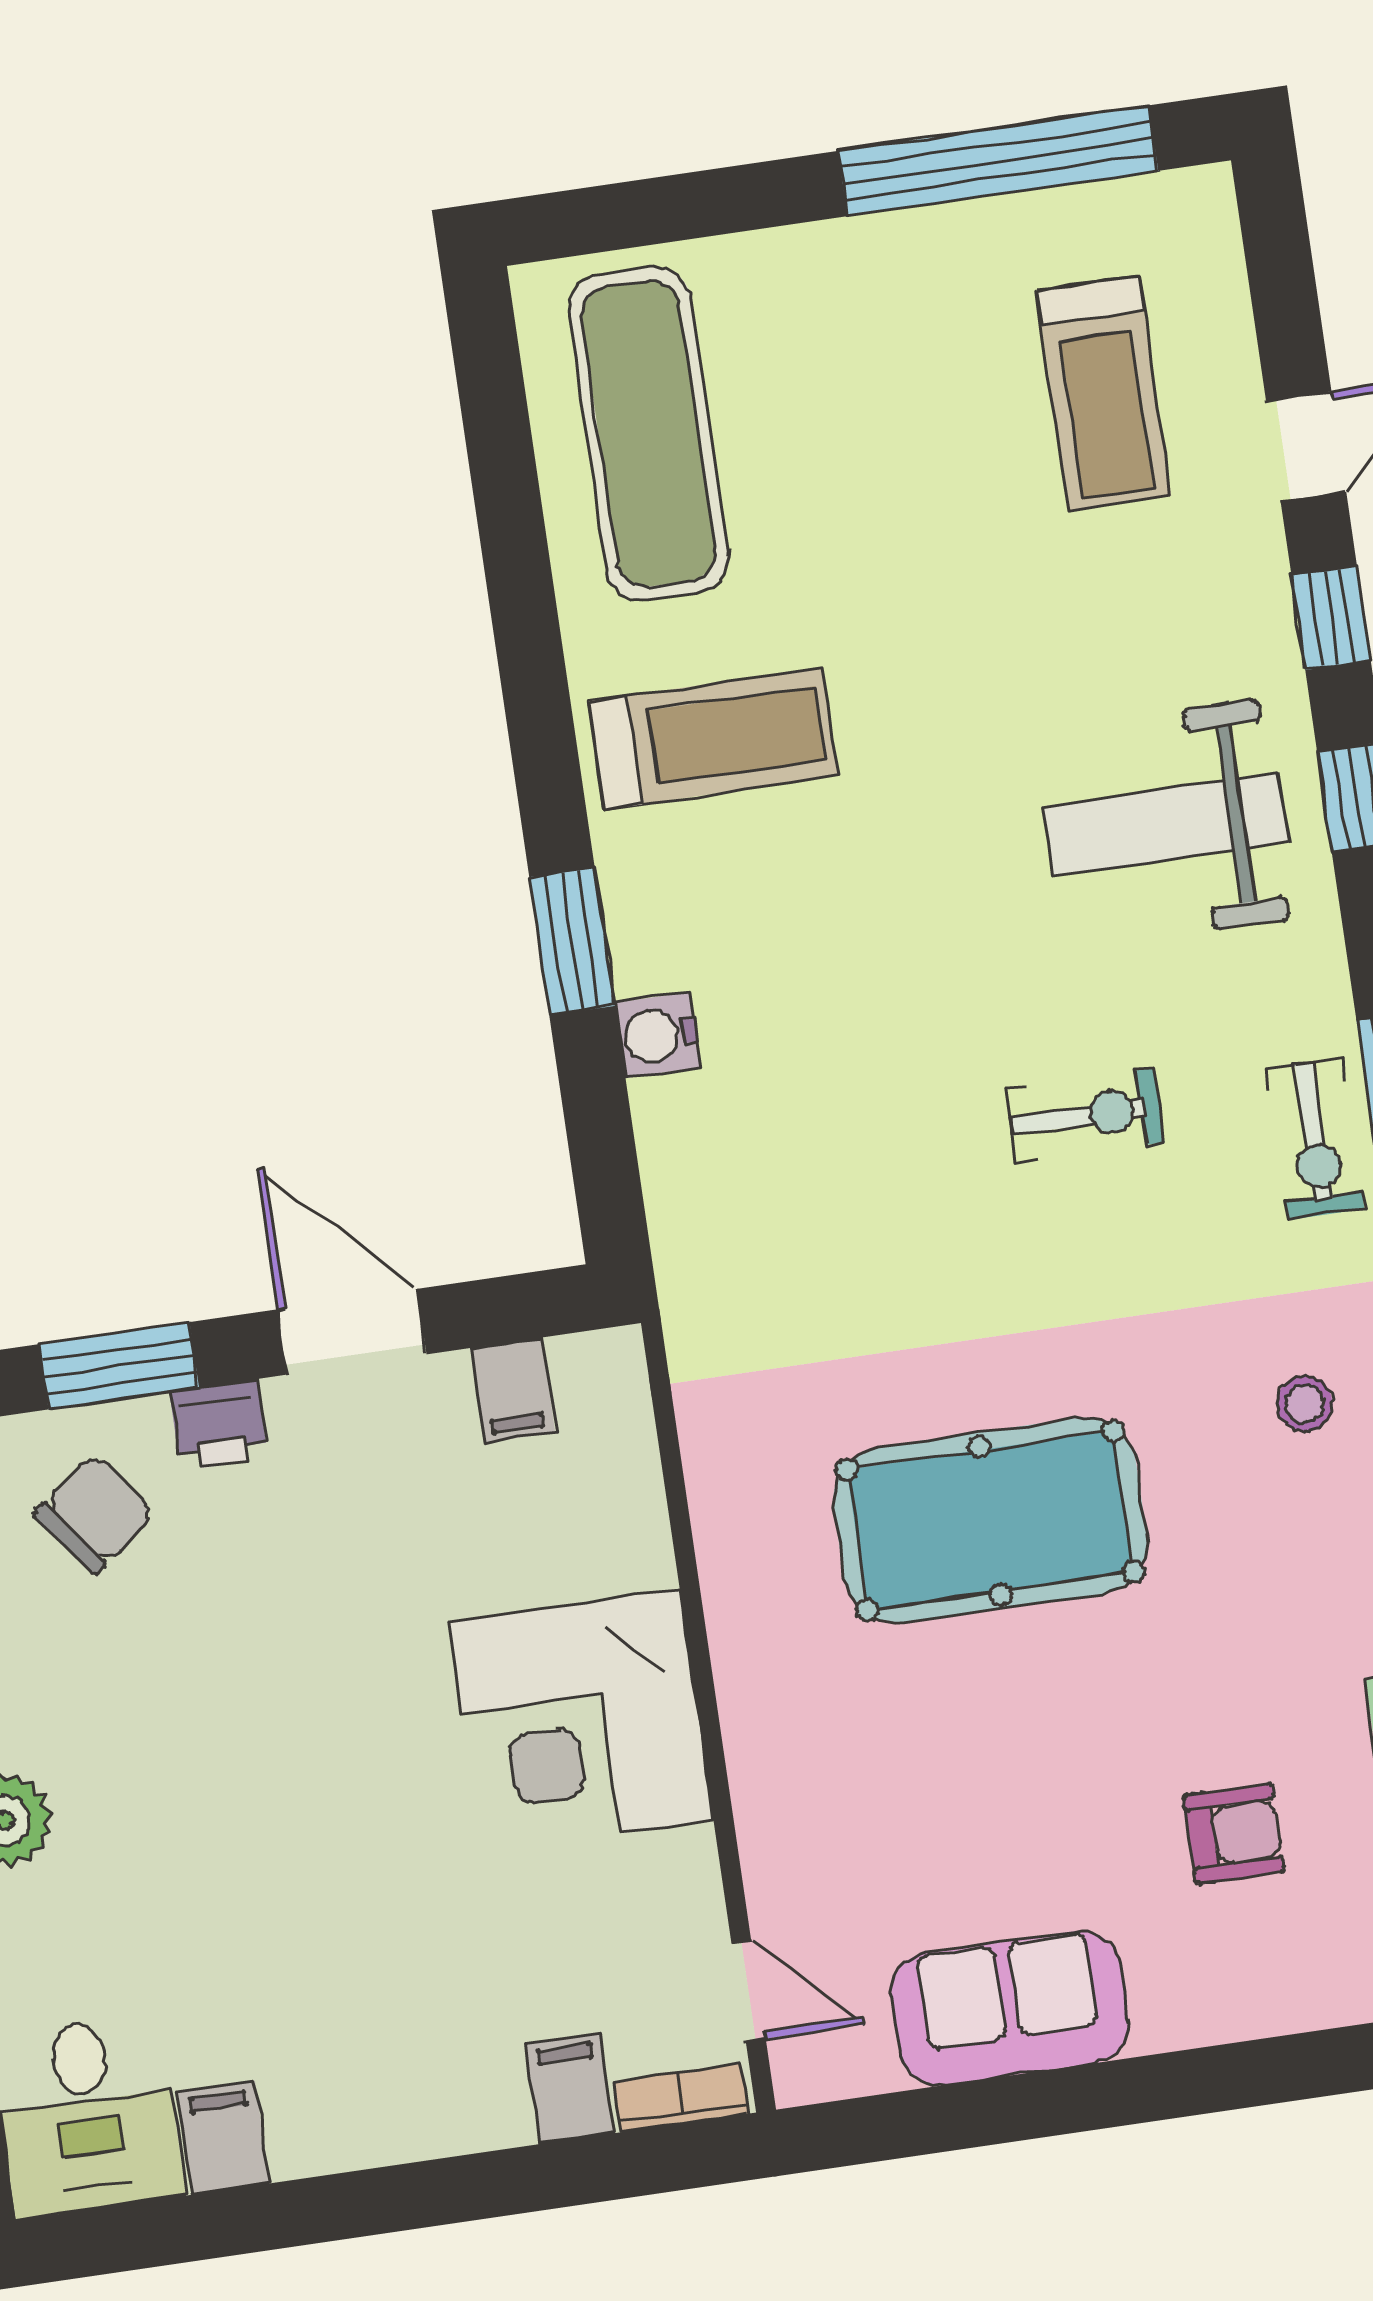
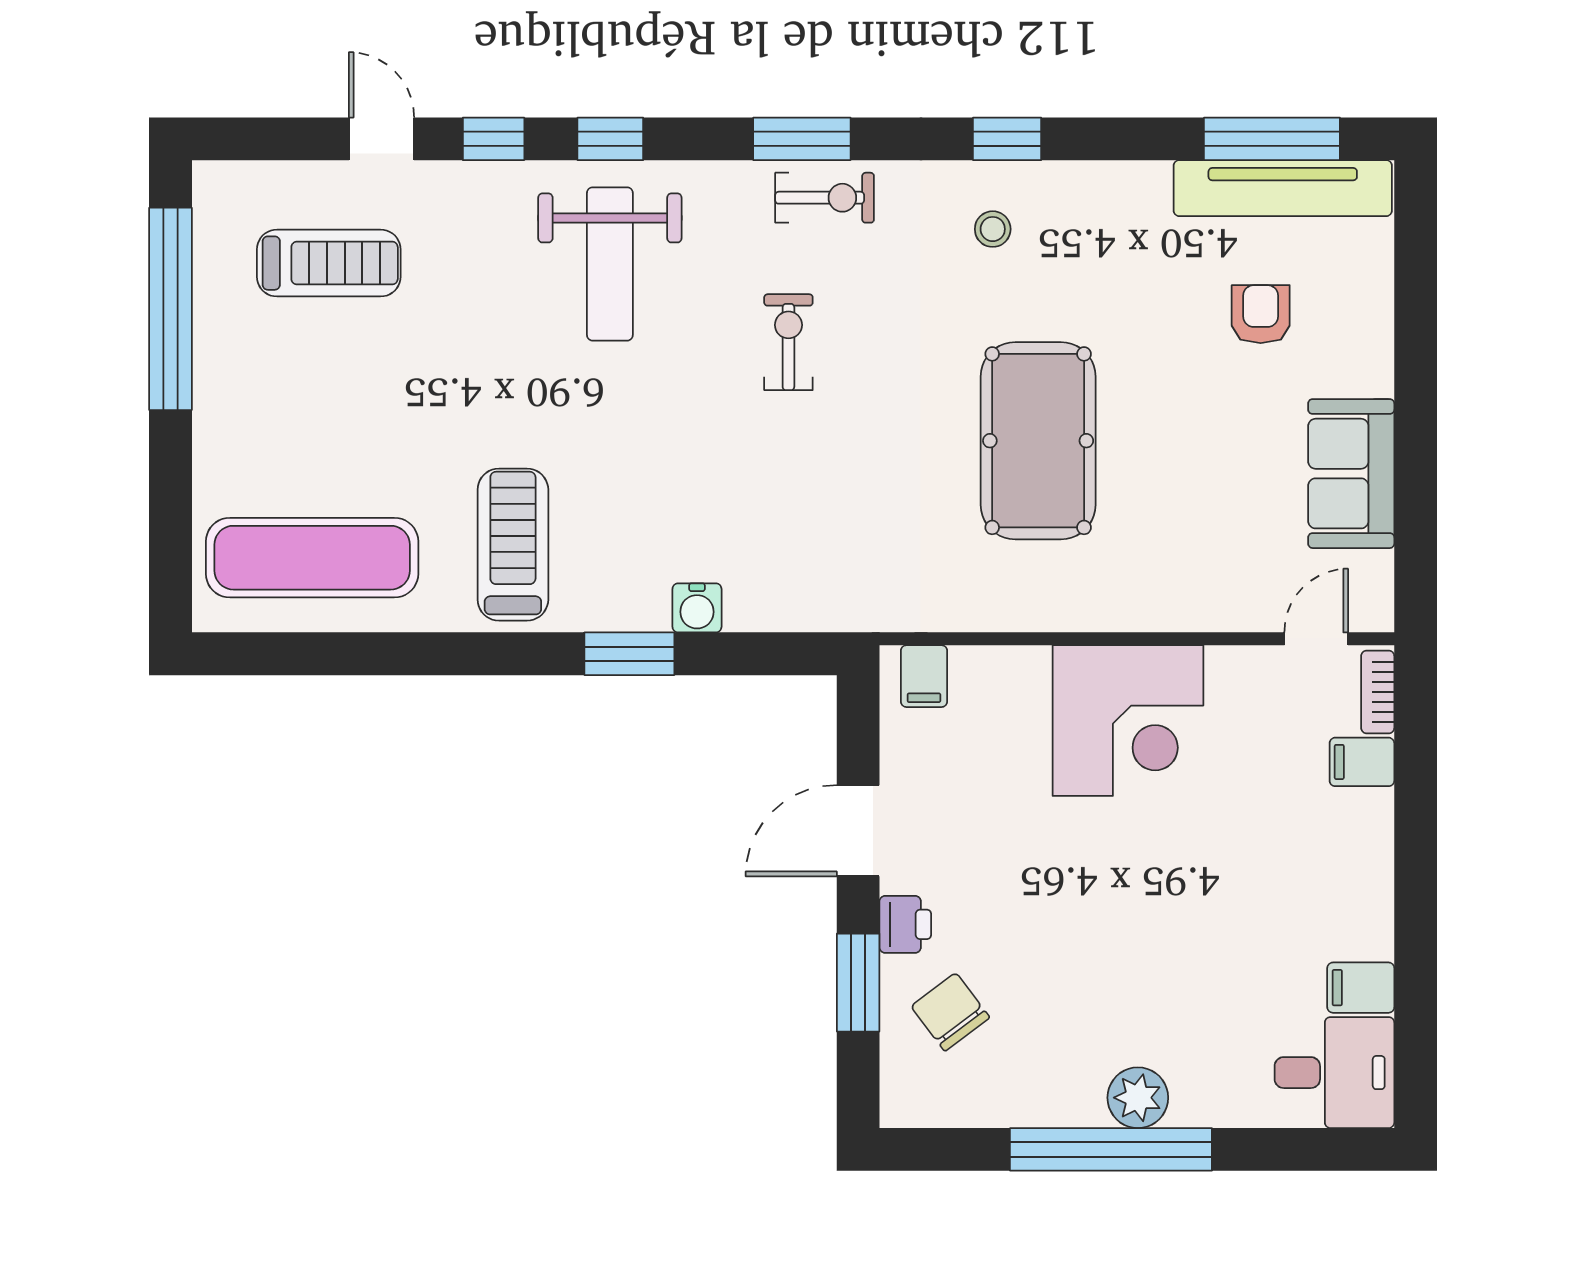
filing cabinet: (513, 1390) -> (924, 676), moved, turned 90

